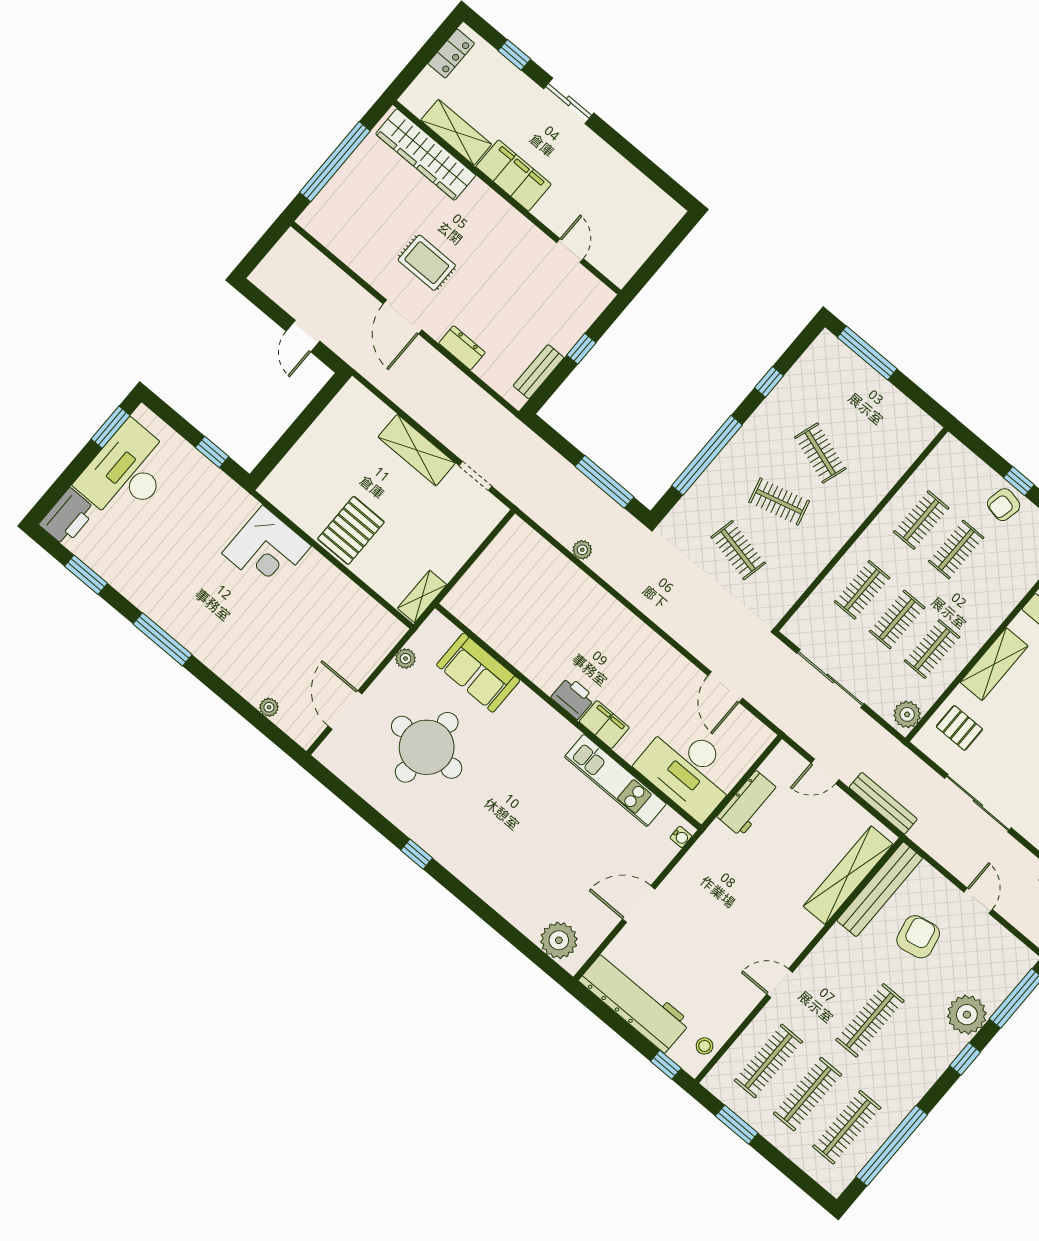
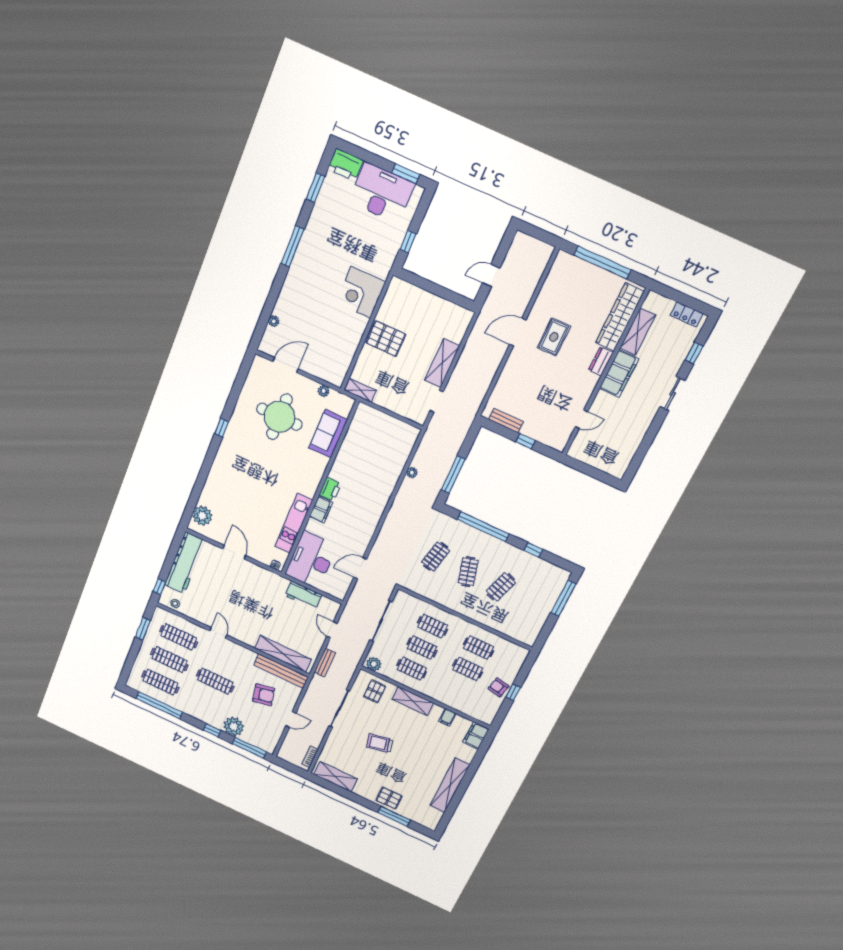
dresser: (462, 348) -> (601, 361), moved, turned 180
bench: (883, 803) -> (325, 663), width x0.73

